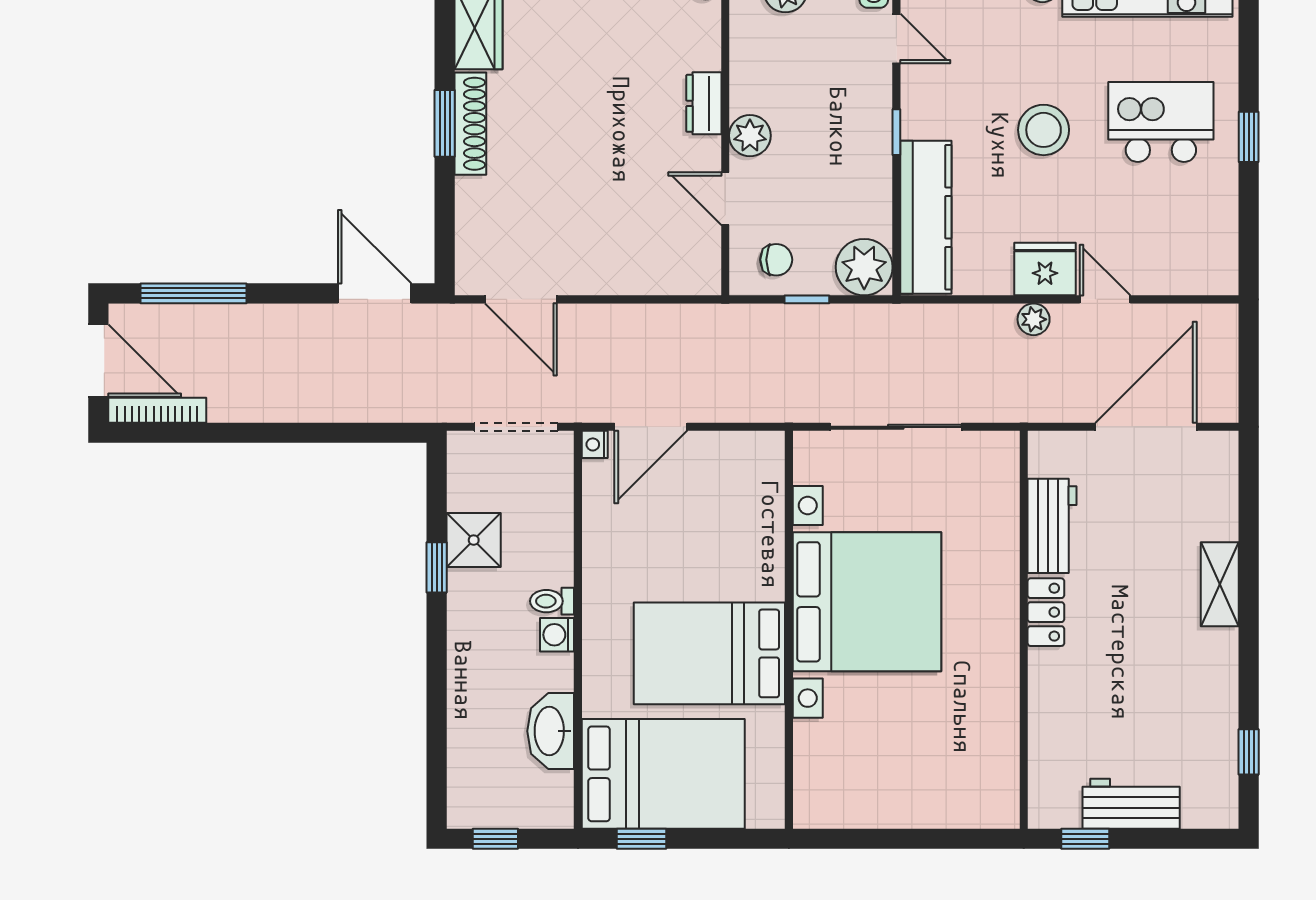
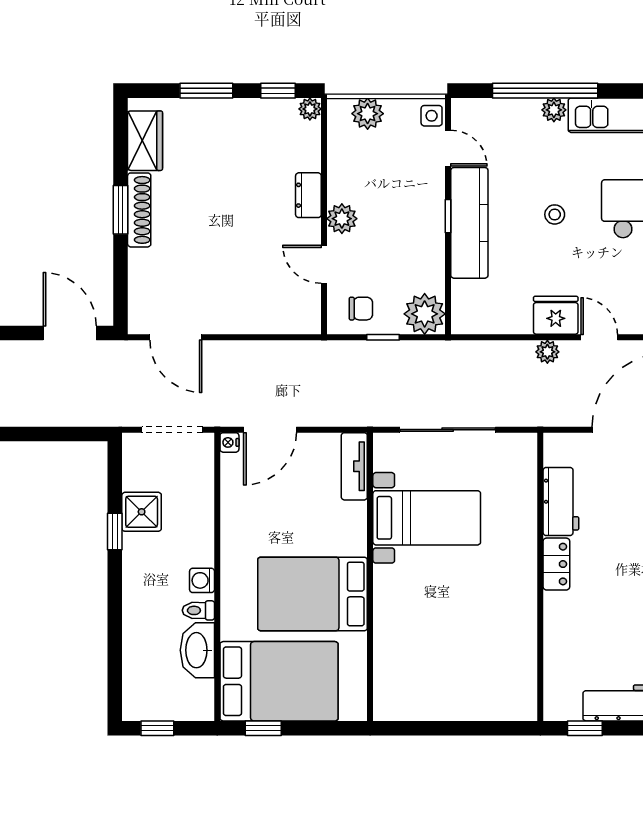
stool: (1044, 130) -> (555, 214), width x0.53, depth x0.53
kitchen counter: (926, 217) -> (469, 223), moved
tv unit: (767, 477) -> (354, 466), added
toilet: (552, 601) -> (198, 610), moved
bed with nightstands: (867, 602) -> (427, 518), width x0.54

